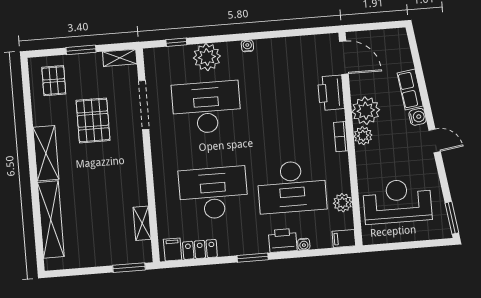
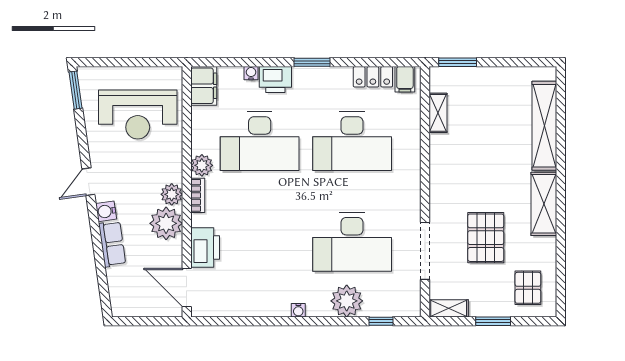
door: (435, 141) -> (88, 182), hinge flipped
desk: (292, 187) -> (260, 141), turned 180
plant: (343, 203) -> (202, 165), moved
filing cabinet: (344, 238) -> (204, 86), width x2.00

